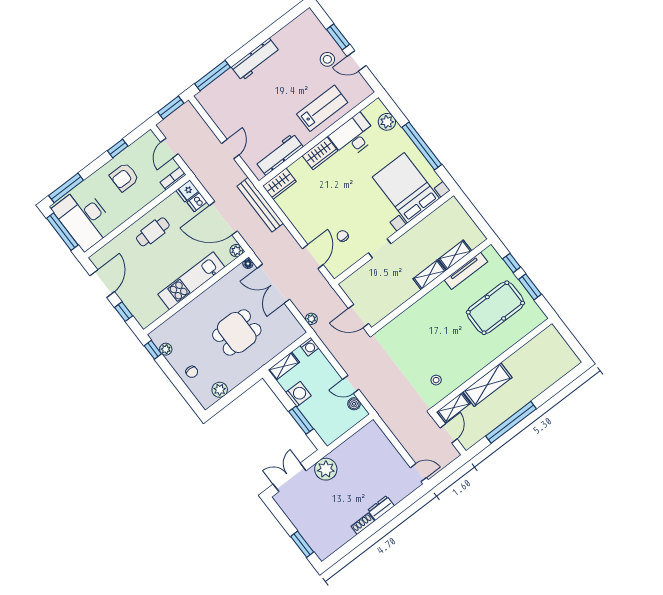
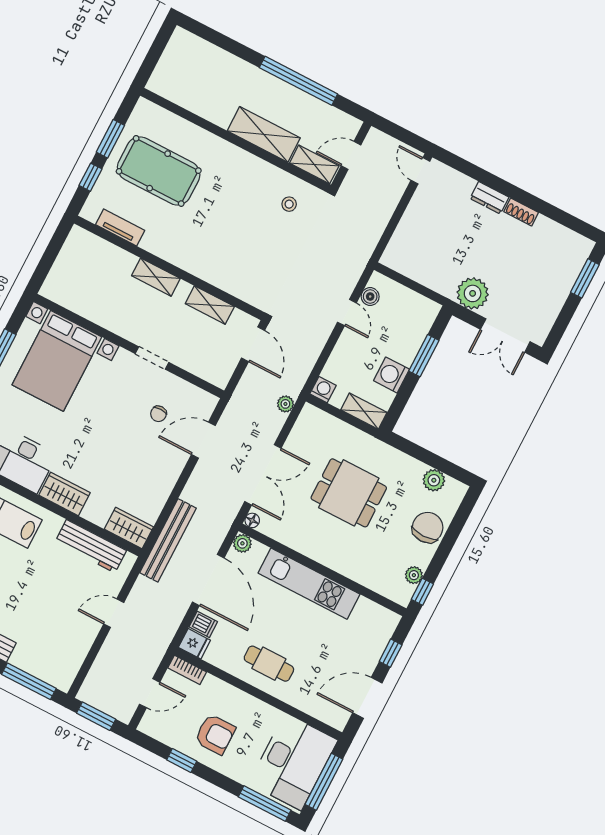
shelving: (455, 255) -> (210, 305), moved
tv unit: (466, 271) -> (120, 227), width x0.71
chair: (192, 372) -> (428, 528), width x1.87, depth x1.87

